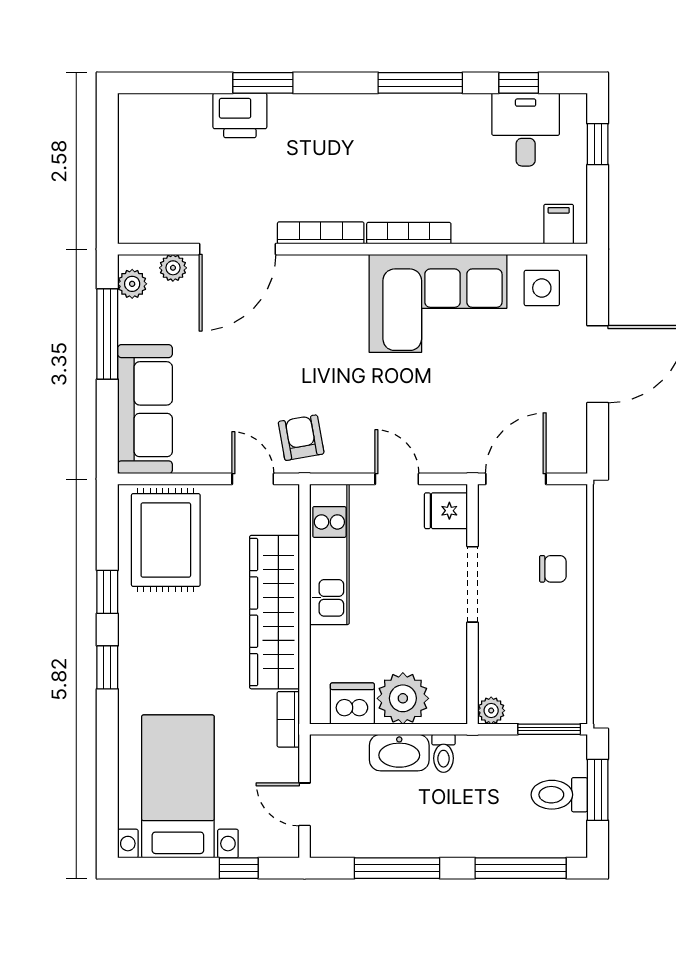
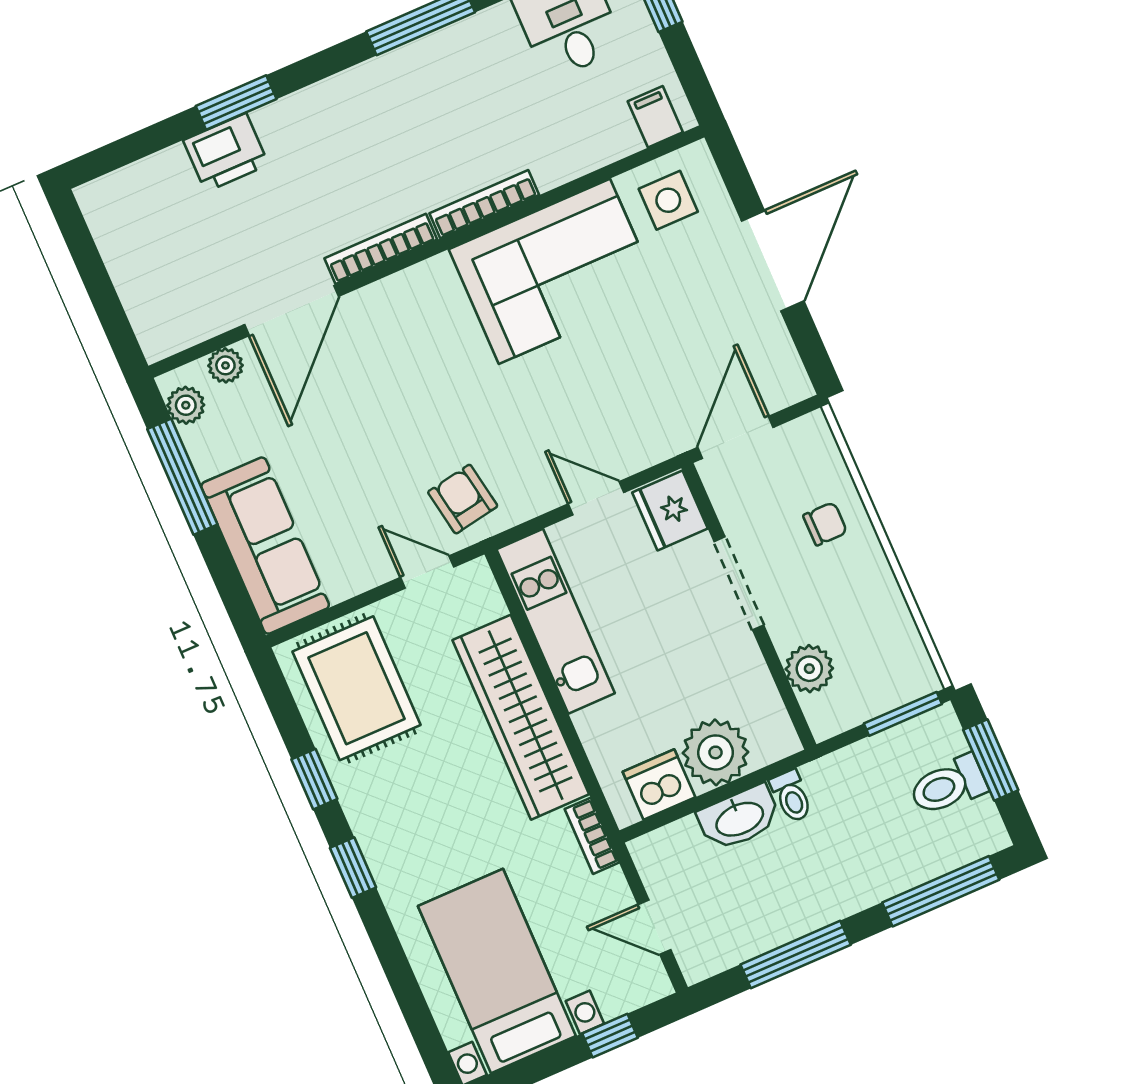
fridge: (446, 511) -> (670, 510), width x1.38
plant: (491, 711) -> (809, 669), moved, width x1.38, depth x1.38

